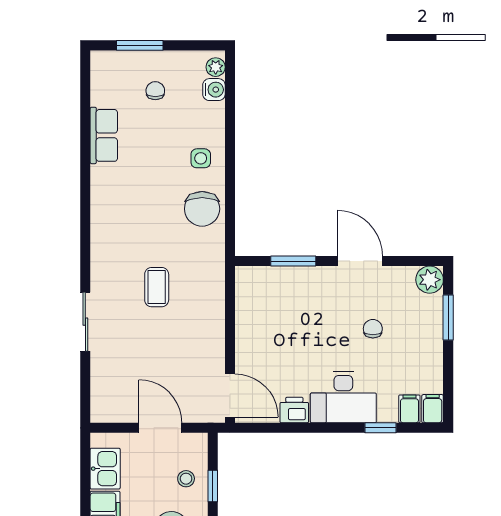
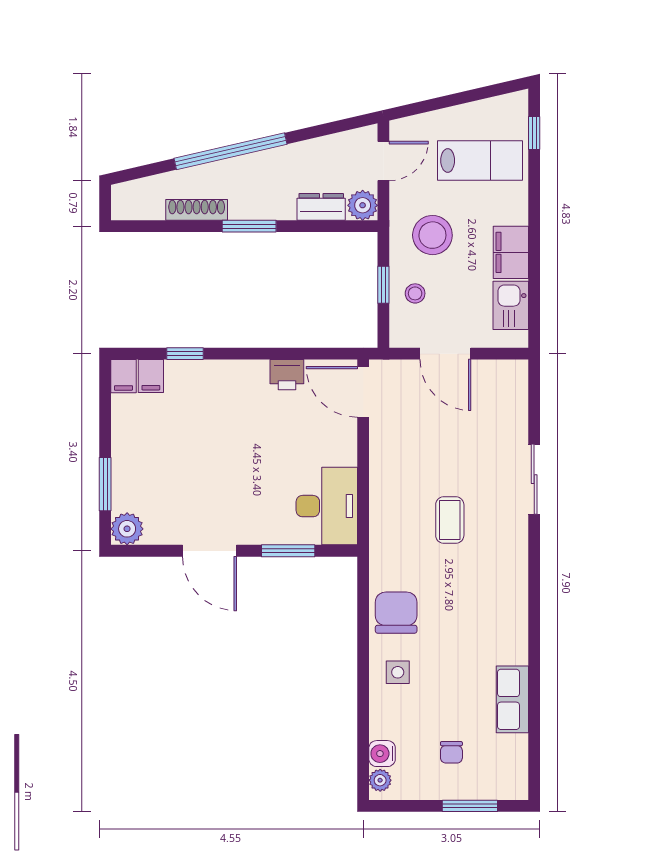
chair: (373, 329) -> (194, 471), removed
desk: (343, 397) -> (327, 506), moved, turned 90

